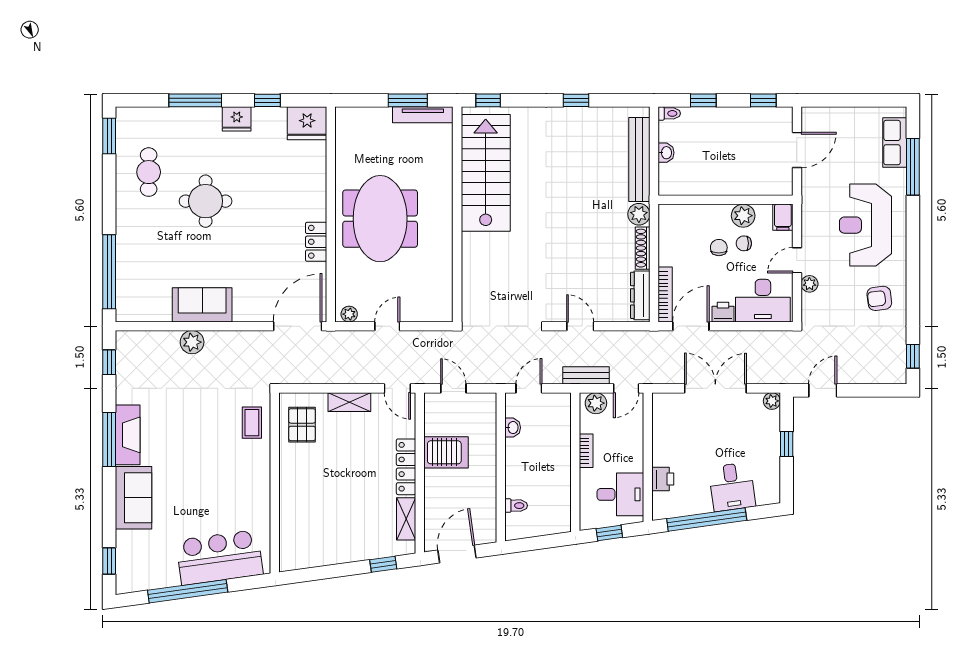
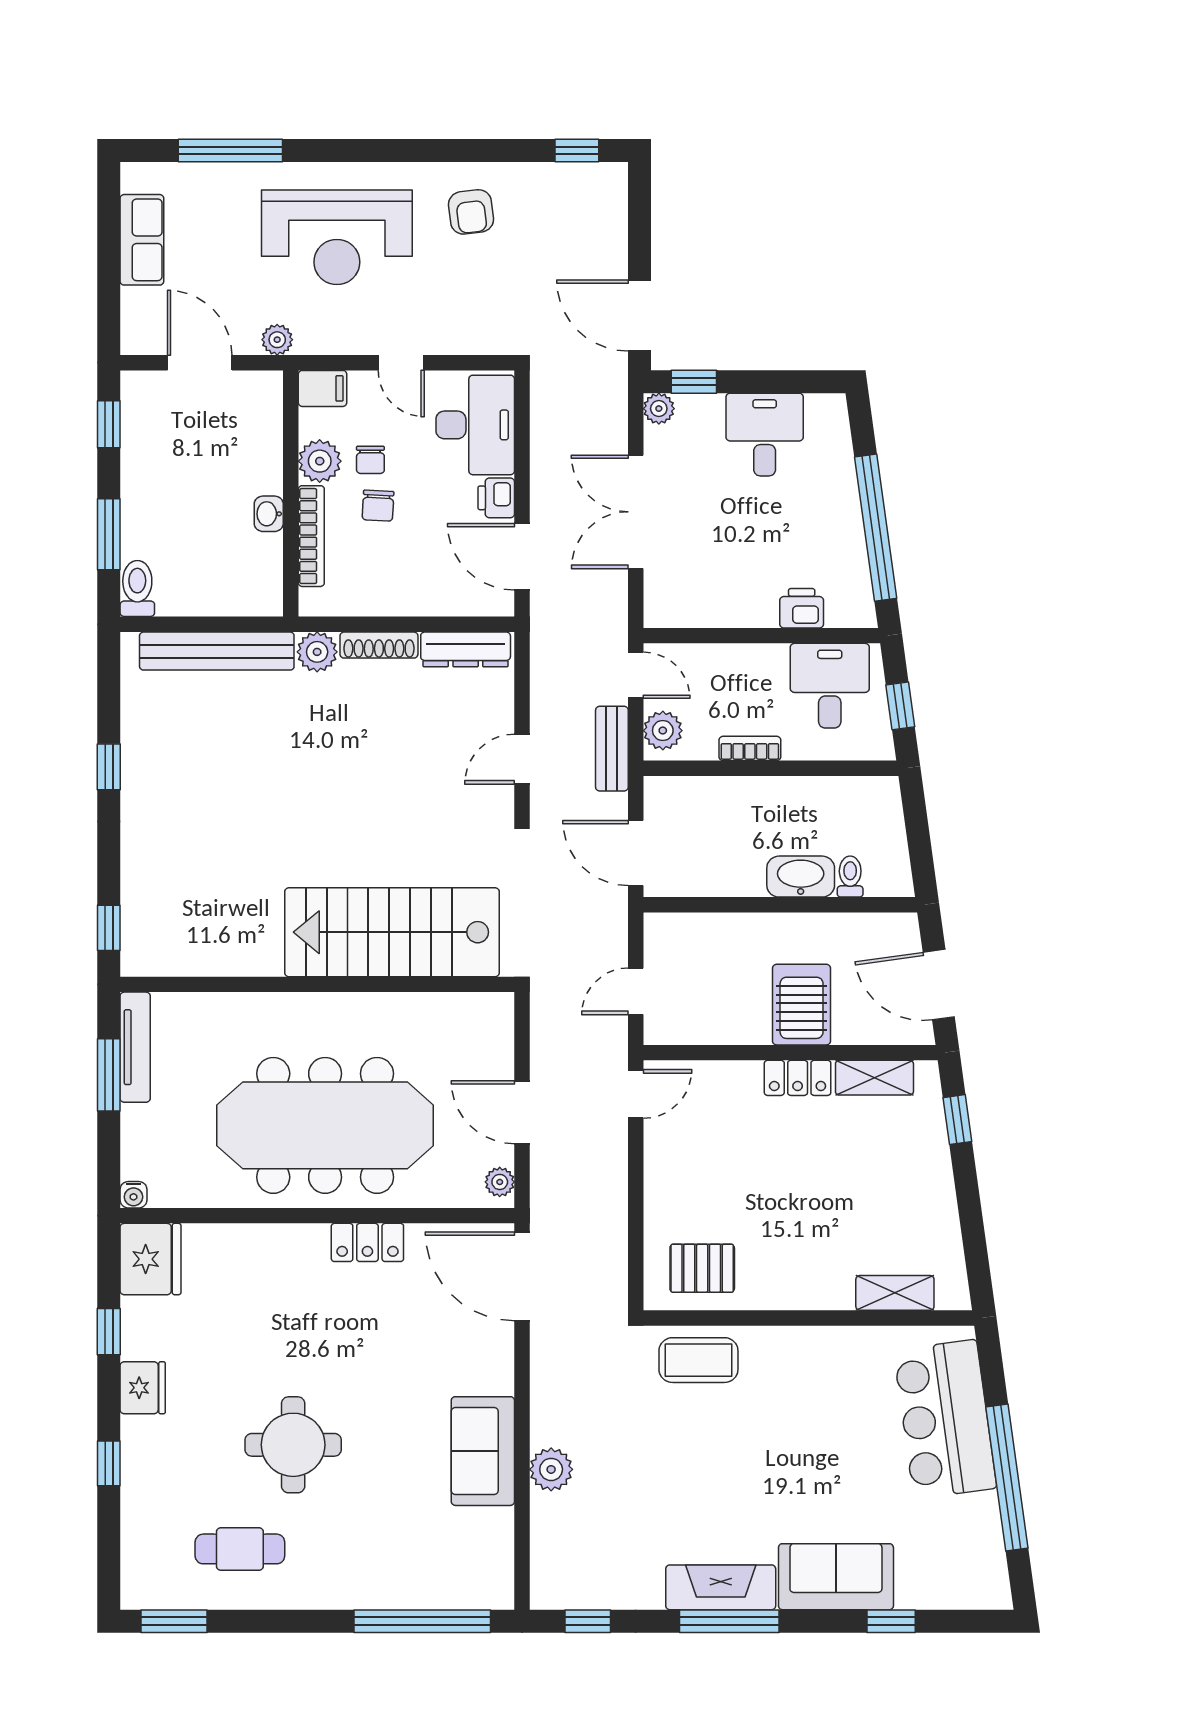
window: (195, 100) -> (109, 1463), width x0.46
window: (703, 100) -> (109, 534), width x1.50
toilet: (669, 113) -> (137, 588), width x1.37, depth x1.39
water cooler: (342, 114) -> (133, 1195), added
row of seats: (895, 143) -> (142, 240), moved, turned -90
washbasin: (666, 153) -> (269, 514), moved, turned -90
stairs: (486, 173) -> (392, 932), moved
meeting table: (380, 219) -> (325, 1125), width x1.36
chair: (719, 248) -> (378, 506), turned -87
plant: (809, 284) -> (277, 340), moved
bookcase: (665, 294) -> (311, 536), moved, turned 90
door: (387, 326) -> (522, 1112), width x1.38
door: (529, 388) -> (636, 853), width x1.38
door: (823, 390) -> (640, 316), width x1.38
shelving: (349, 402) -> (895, 1293), moved, turned 90
coffee table: (252, 423) -> (698, 1360), width x1.36, depth x1.30
washbasin: (513, 428) -> (801, 877), moved, width x1.91, depth x1.45
window: (787, 444) -> (694, 382), moved
server rack: (446, 452) -> (802, 1005), moved
locker: (406, 467) -> (798, 1078), width x0.66
desk: (732, 487) -> (765, 435), moved, turned -82
window: (109, 561) -> (891, 1621), moved

